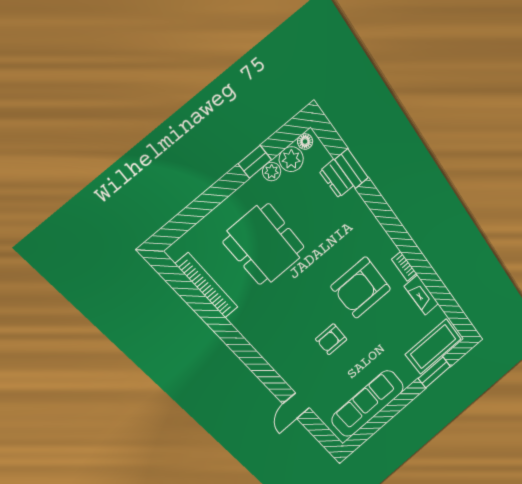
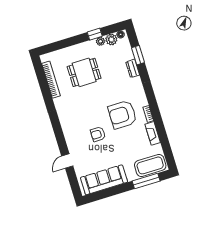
dresser: (336, 179) -> (133, 68), moved
dining table: (264, 245) -> (84, 72), width x0.73
window: (434, 372) -> (146, 181), width x1.44

